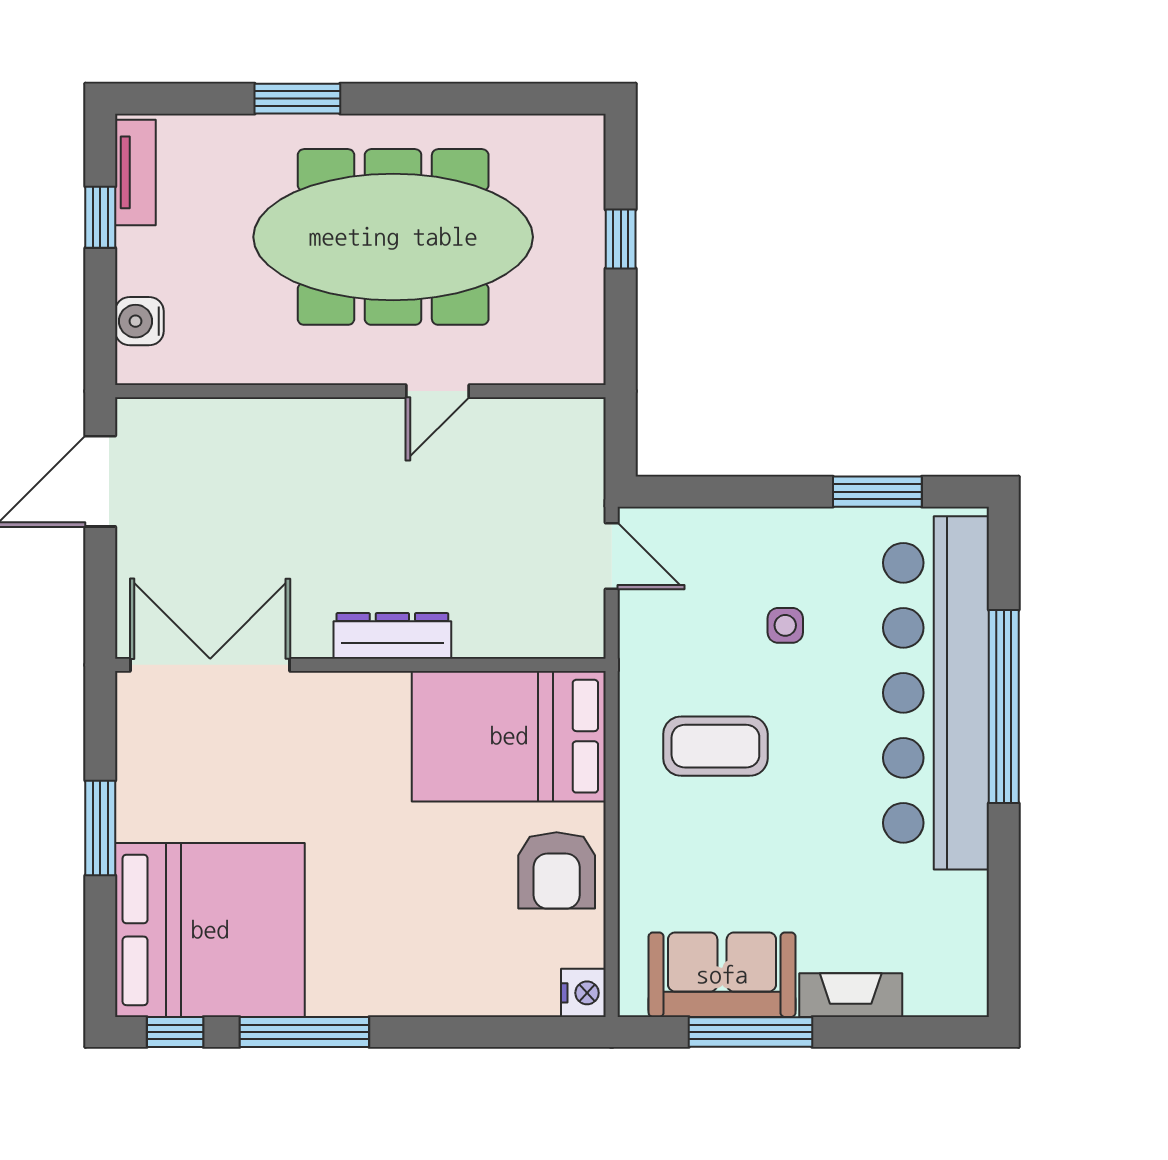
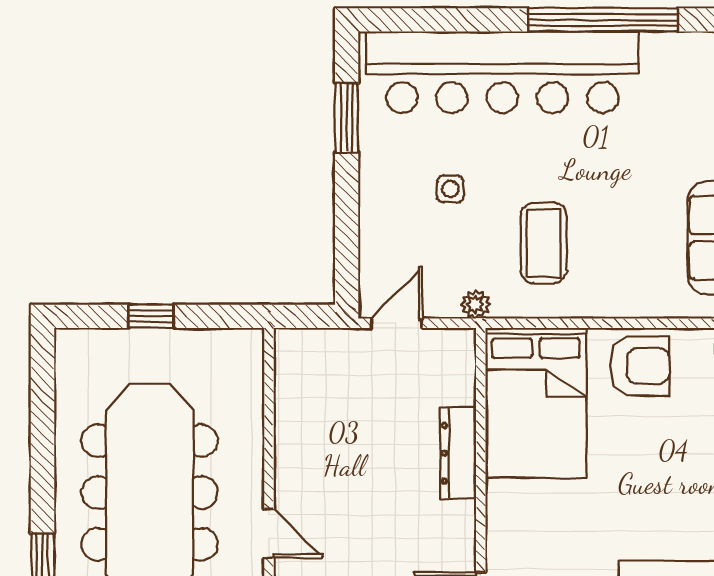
door: (438, 391) -> (269, 533), moved
dresser: (392, 636) -> (458, 453), moved
plant: (636, 658) -> (476, 304), added
window: (1004, 706) -> (603, 20), moved

